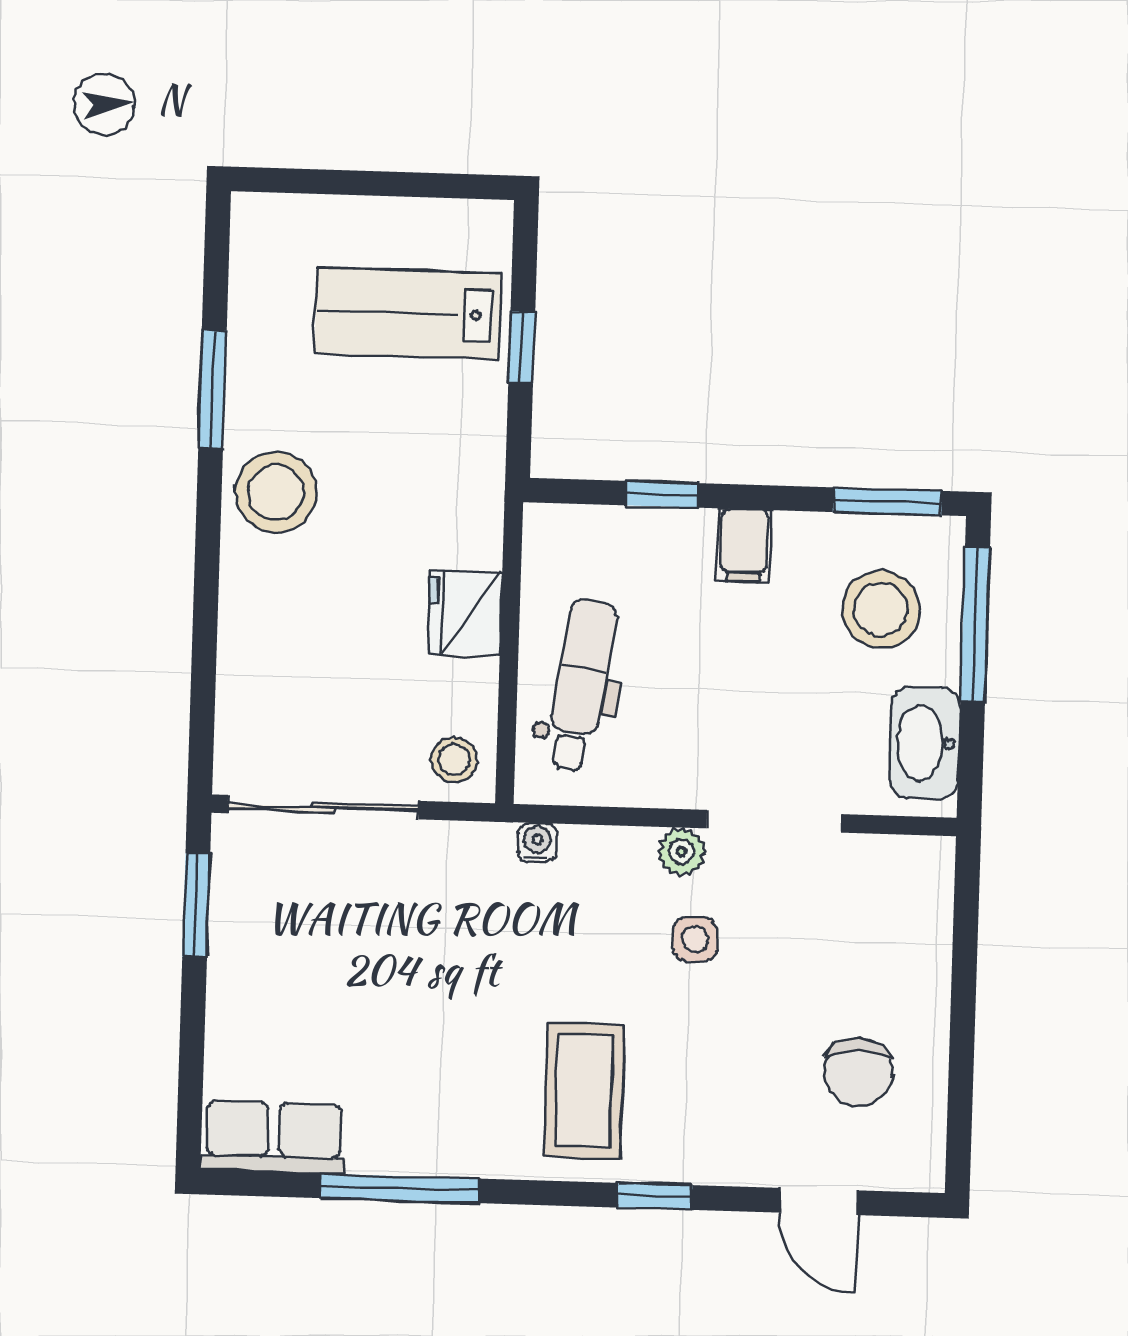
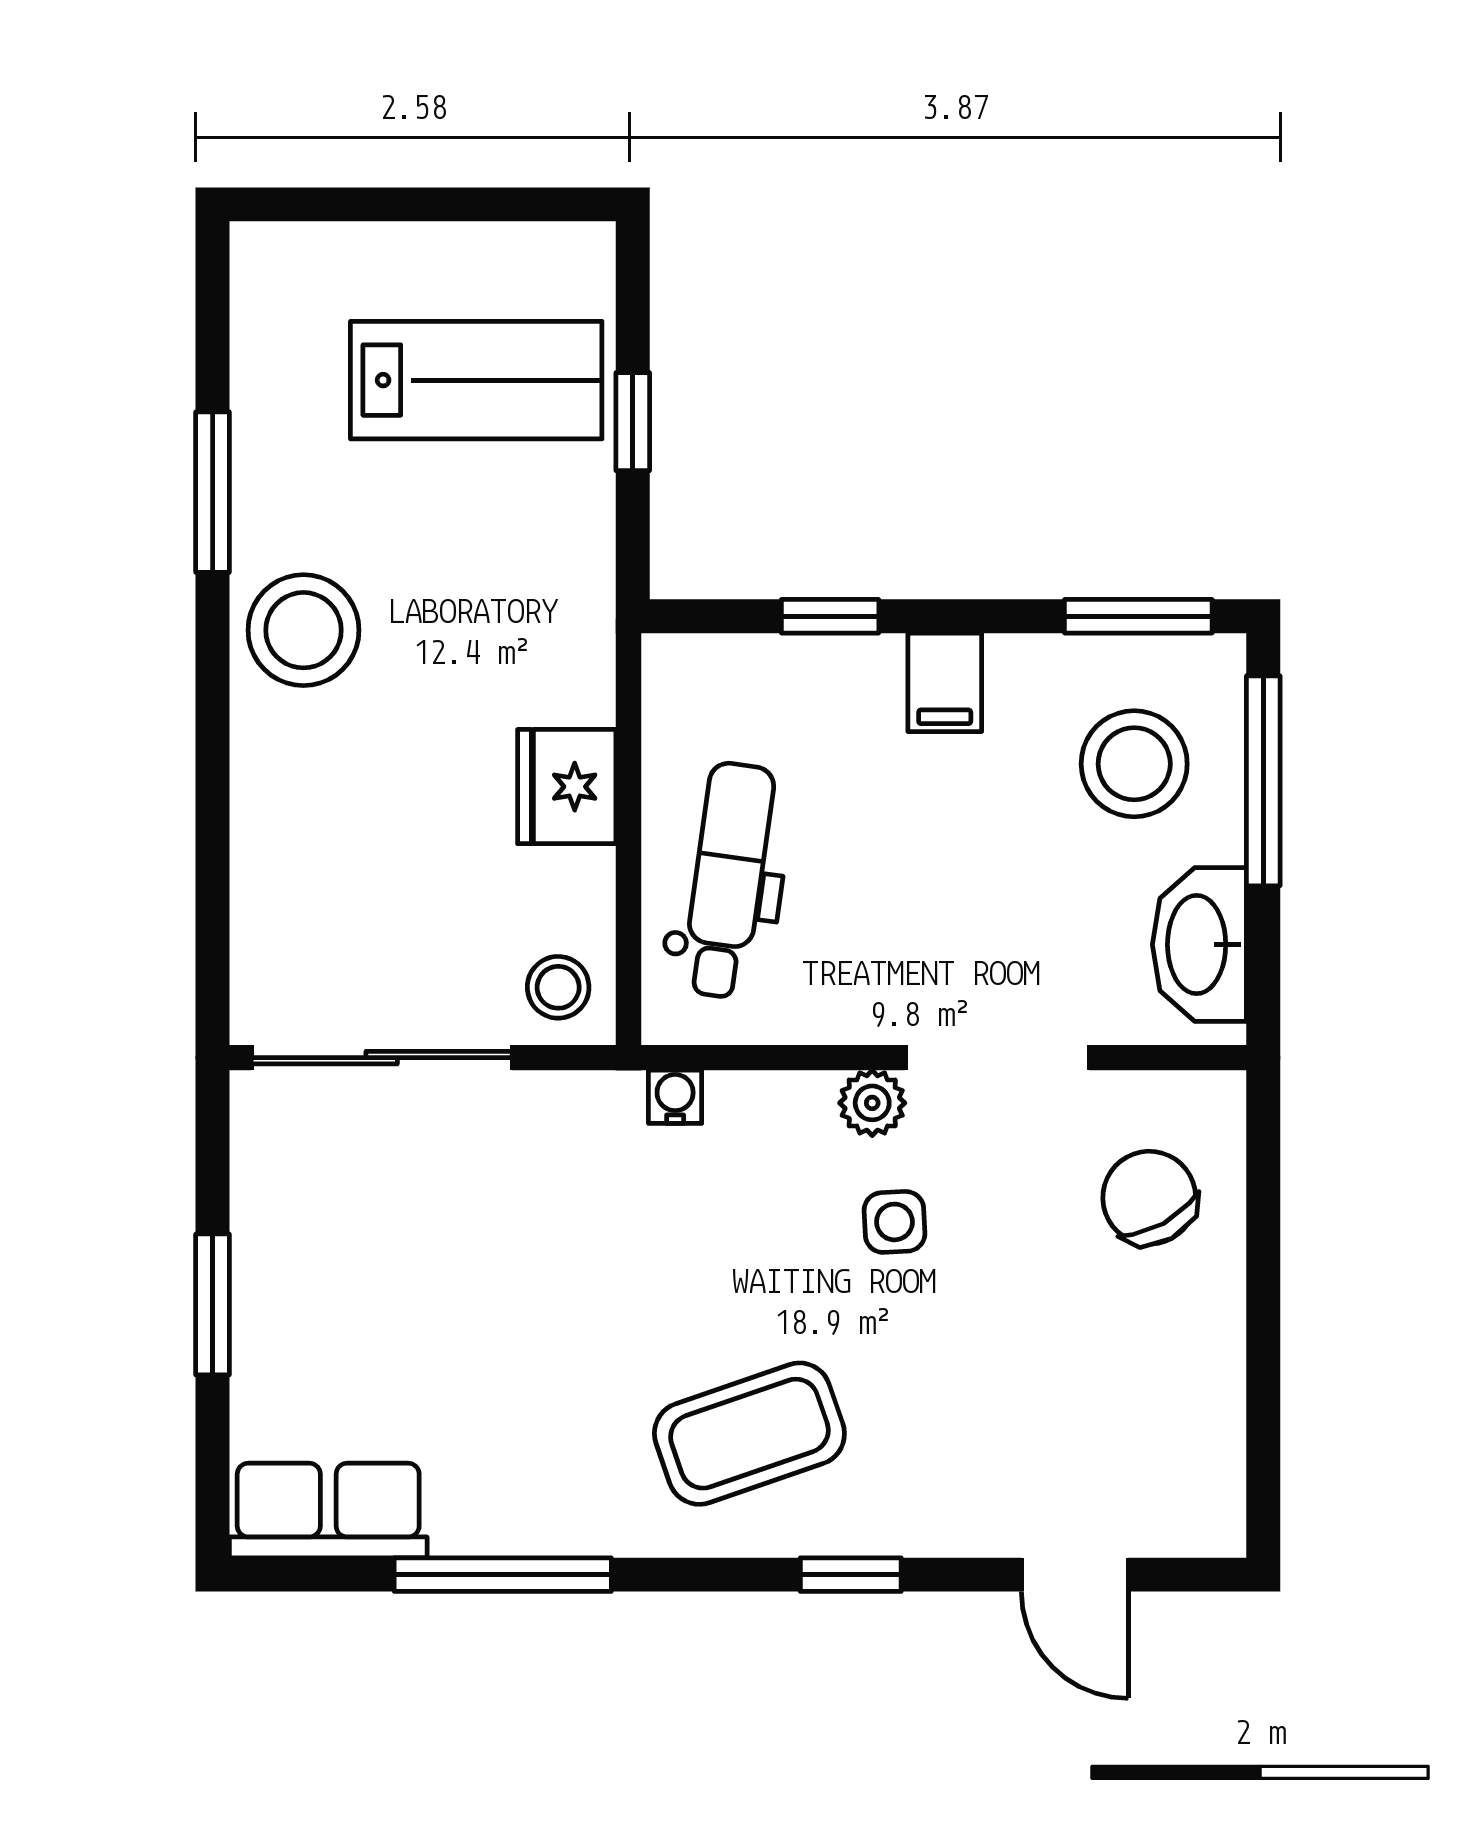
lab bench: (408, 313) -> (476, 380), turned 180
window: (196, 905) -> (213, 1304), moved
chair: (858, 1072) -> (1149, 1198), moved, turned 151
coffee table: (584, 1091) -> (749, 1434), turned 71

